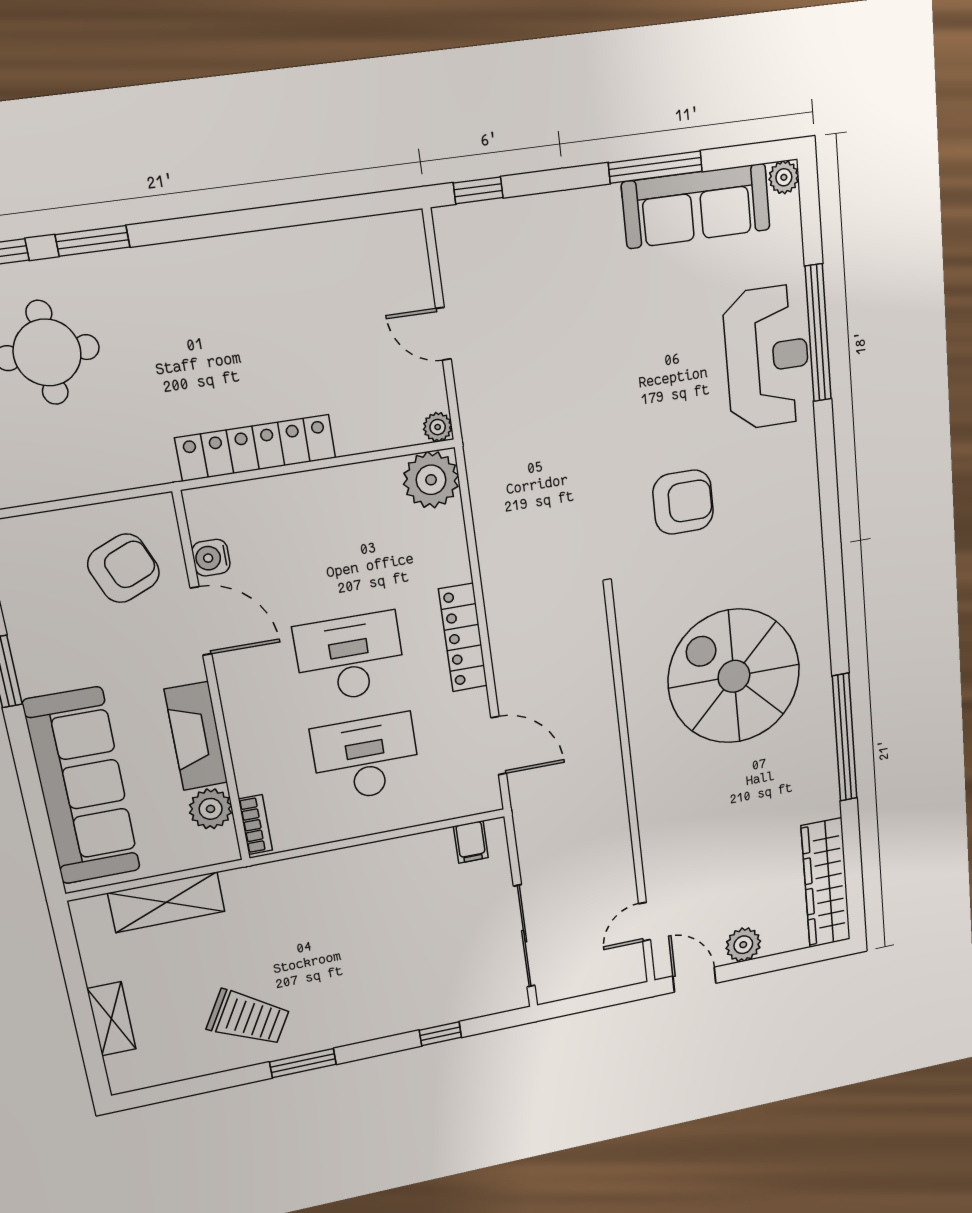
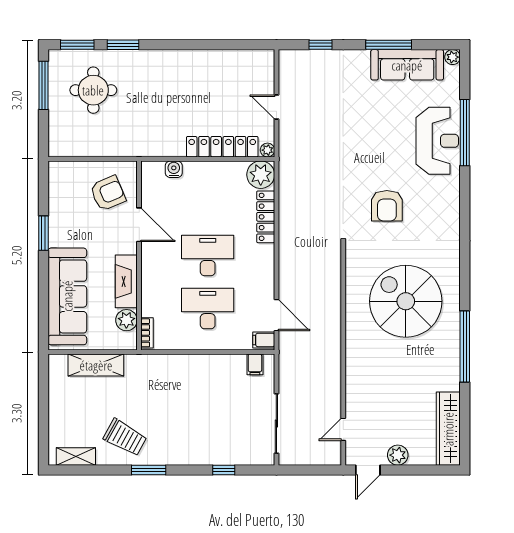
window: (478, 190) -> (320, 45), moved
locker: (256, 448) -> (222, 147), moved
armchair: (683, 502) -> (387, 206), turned 90
water cooler: (211, 558) -> (174, 169), moved, turned 90
locker: (463, 638) -> (266, 217), moved
filing cabinet: (481, 795) -> (264, 340), added
door: (694, 980) -> (368, 470), swing flipped
shelving: (111, 1019) -> (76, 457), moved, turned 90

